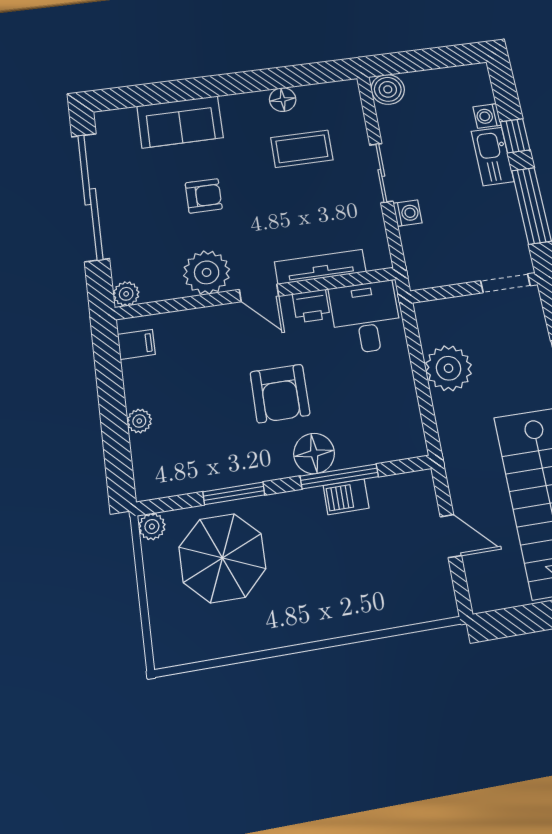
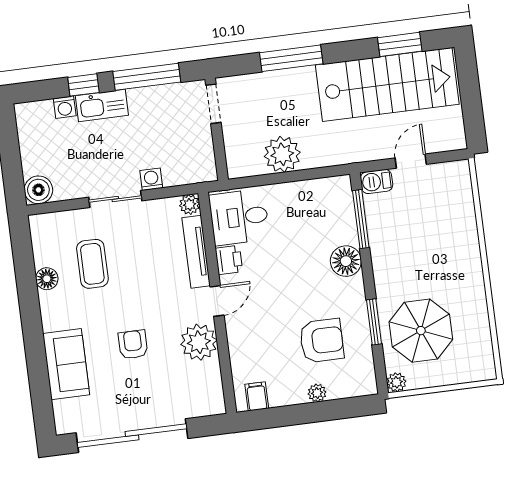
plant: (126, 294) -> (190, 205), moved
armchair: (280, 393) -> (322, 341), moved
window: (339, 476) -> (361, 219), moved
barbecue: (346, 497) -> (377, 182), moved, turned 90

